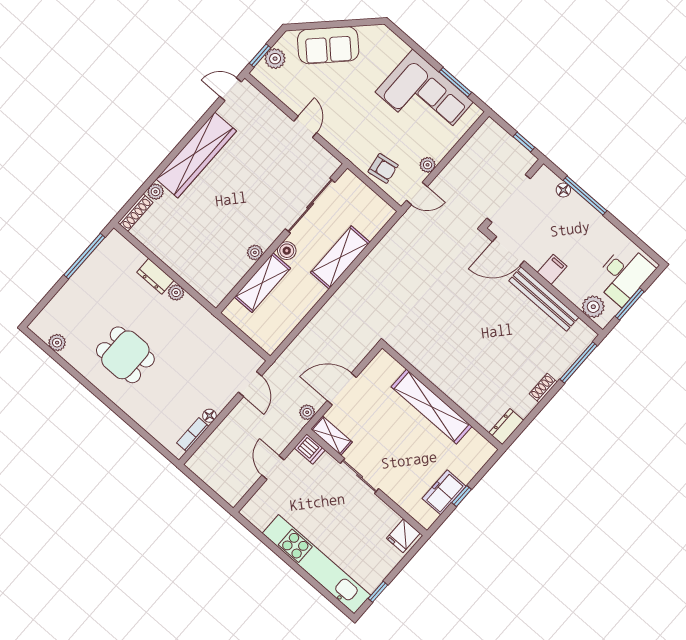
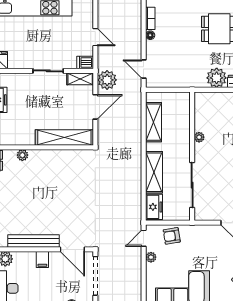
freezer: (375, 218) -> (154, 207), added
boiler: (287, 251) -> (184, 152), removed
door: (508, 251) -> (72, 249), swing flipped
shelving: (262, 283) -> (154, 122), moved
plant: (176, 293) -> (217, 78), width x1.87, depth x1.87
shelving: (432, 407) -> (64, 137), moved
plant: (472, 407) -> (22, 155), added
plant: (307, 412) -> (107, 80), width x1.88, depth x1.88

